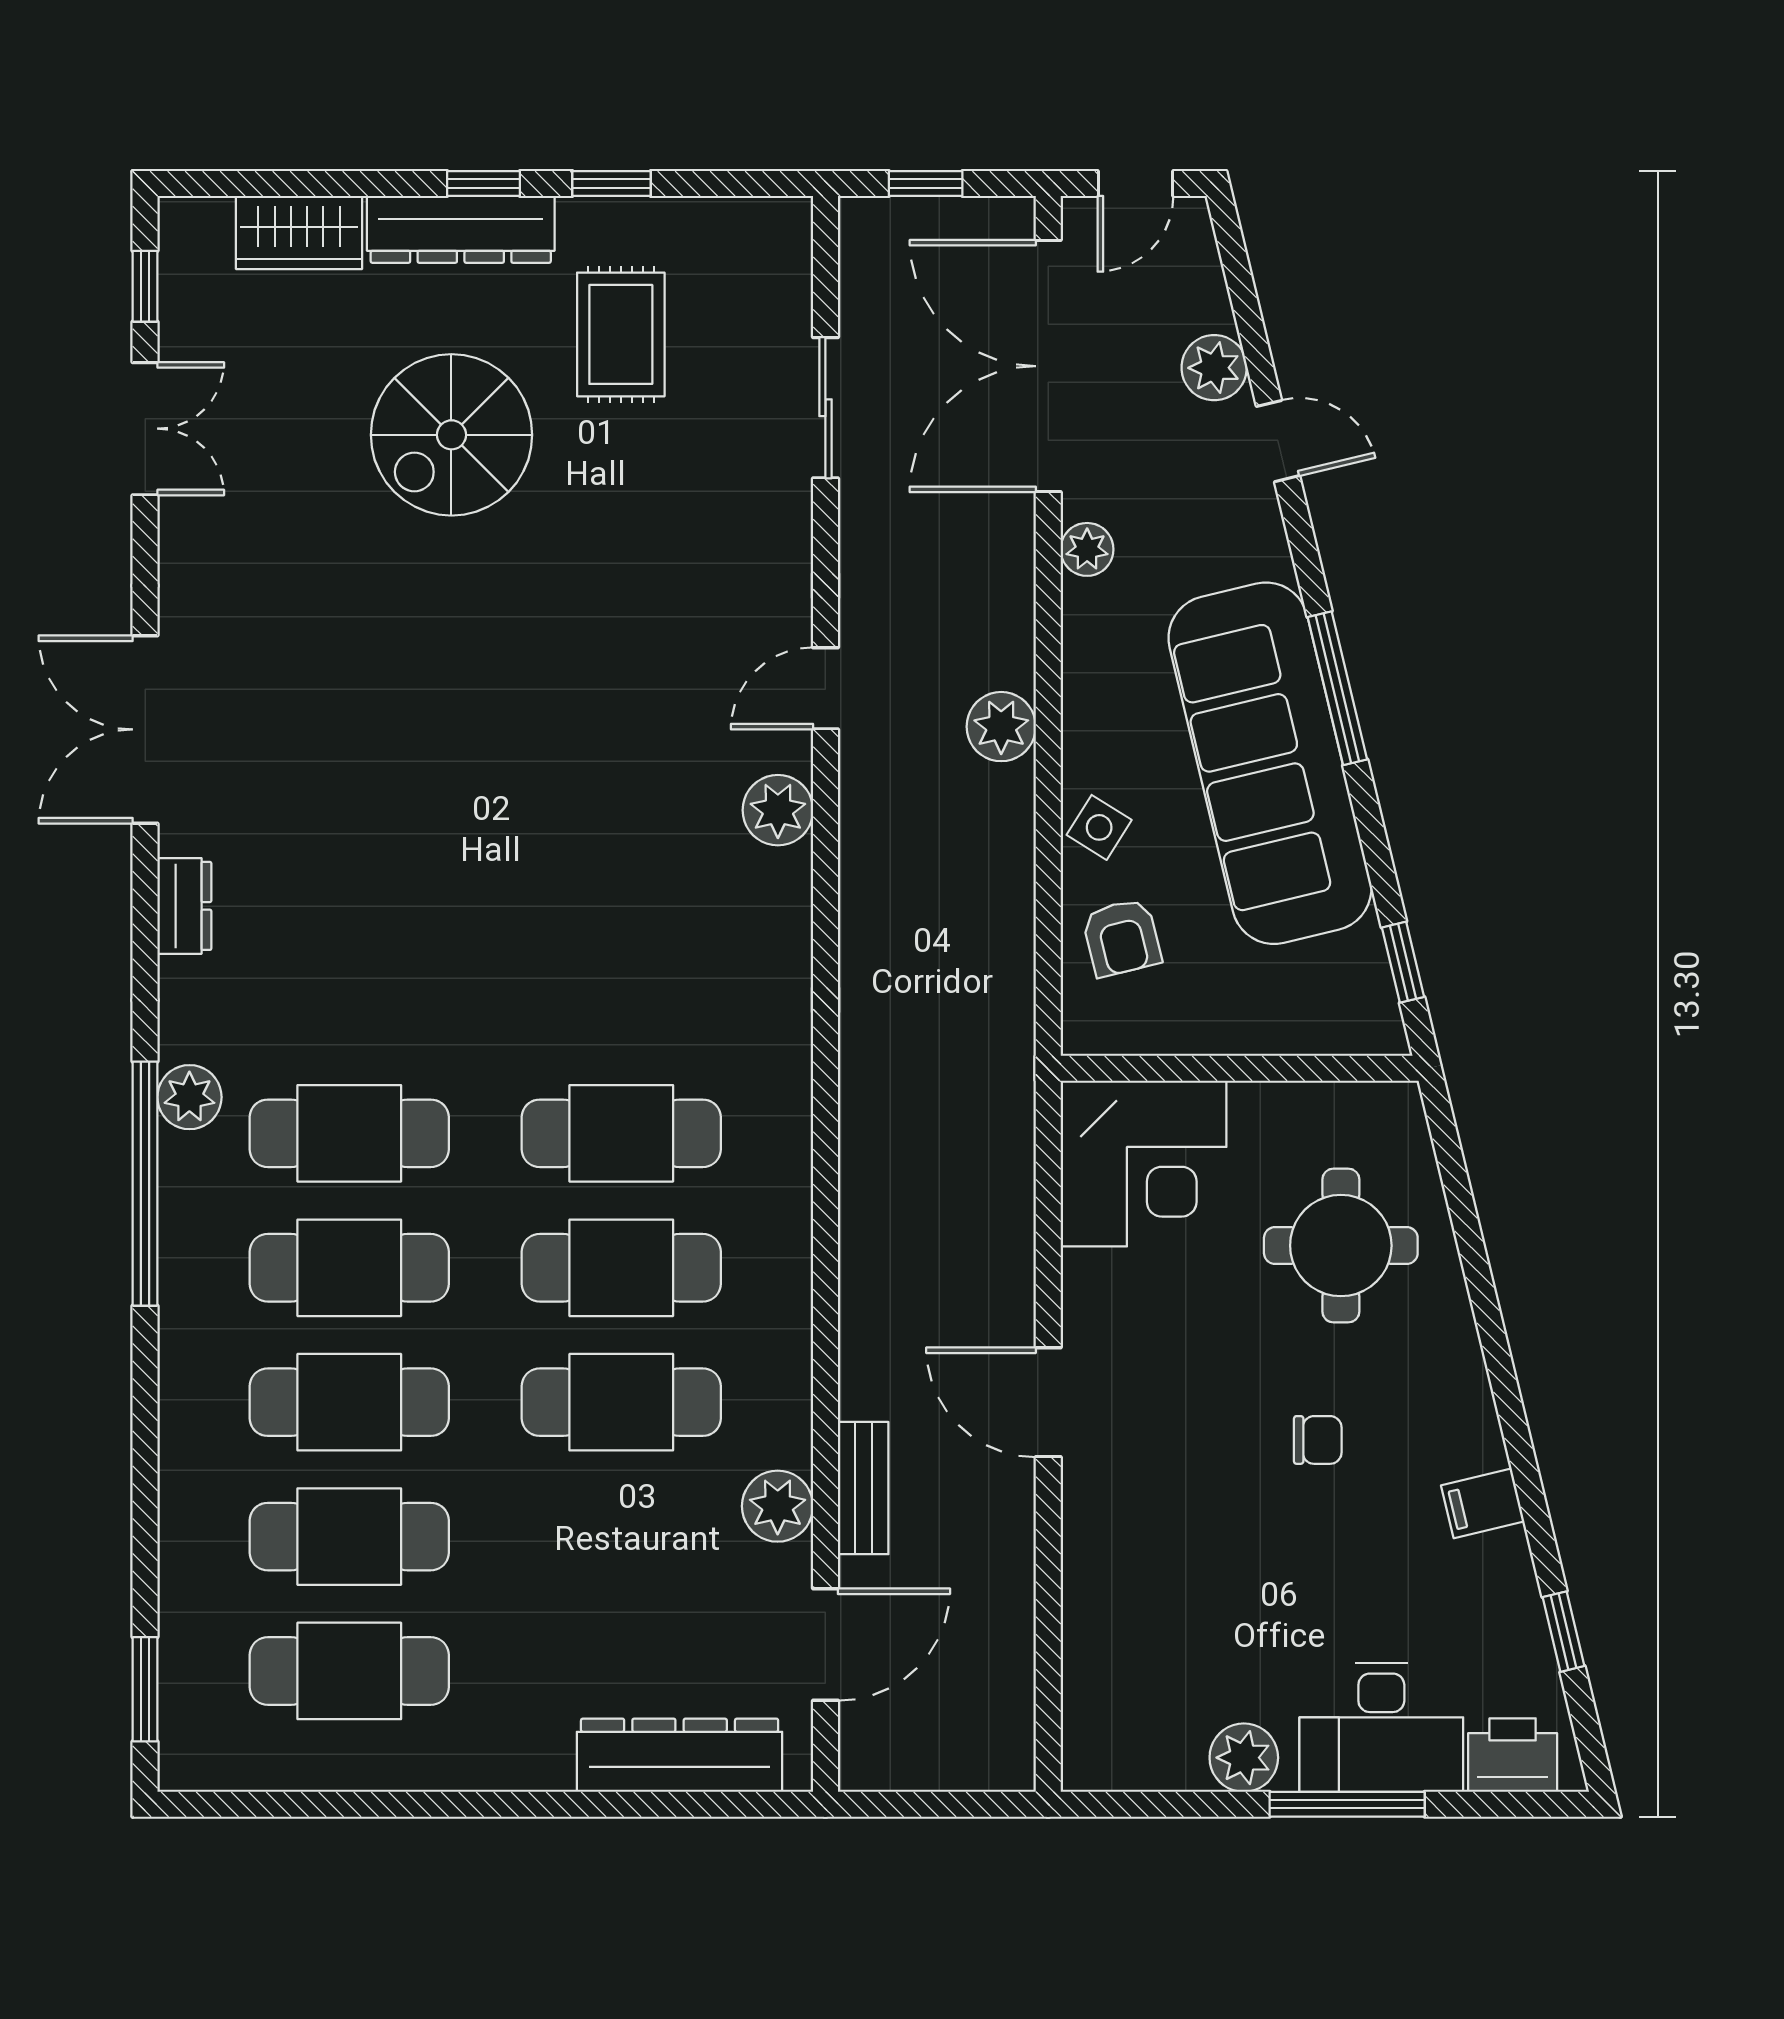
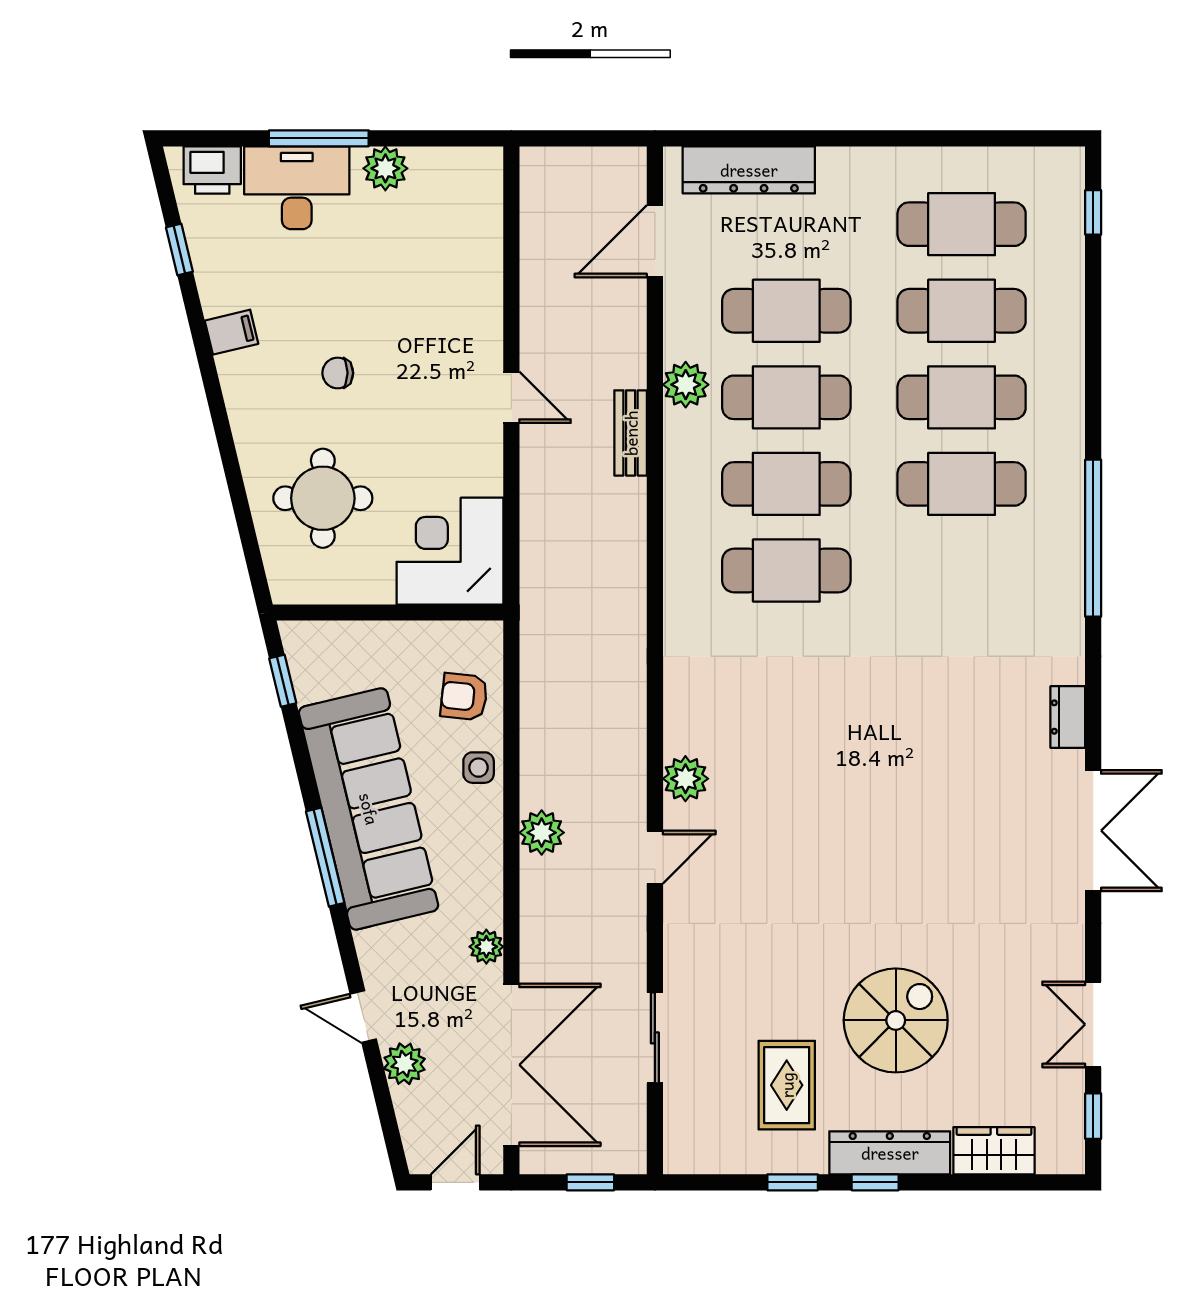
side table: (1099, 827) -> (479, 768), turned -32
armchair: (1122, 938) -> (464, 697), turned -70
plant: (189, 1097) -> (1065, 594), removed
cafe table: (349, 1133) -> (786, 311), moved
door: (1048, 1402) -> (511, 397), width x0.73
bench: (863, 1488) -> (631, 433), moved
plant: (778, 1506) -> (686, 385), moved
window: (145, 1689) -> (1093, 212), width x0.67

